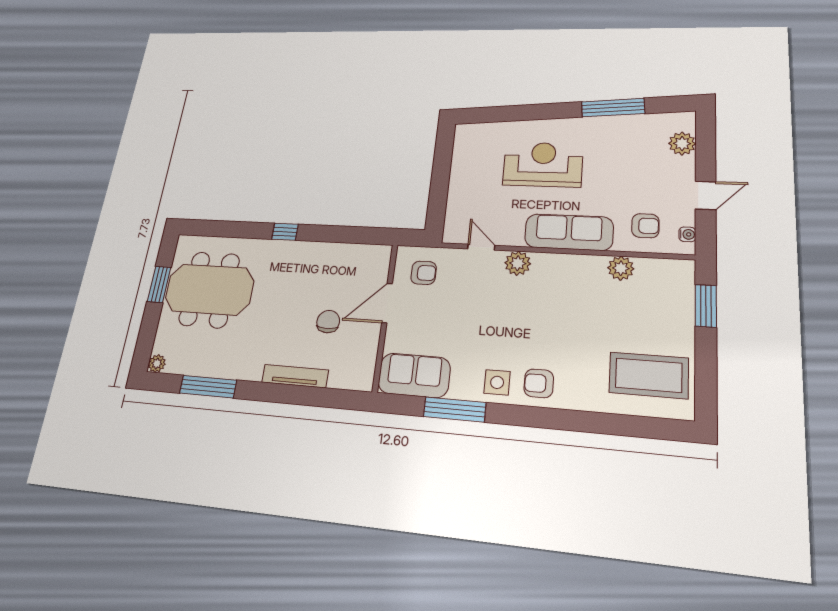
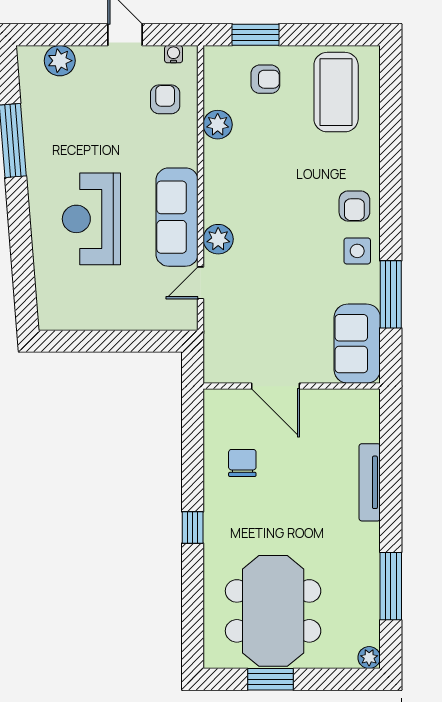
sofa: (569, 232) -> (177, 217), moved
armchair: (424, 273) -> (265, 79), moved, turned 90
chair: (328, 322) -> (242, 463), moved, turned 90

